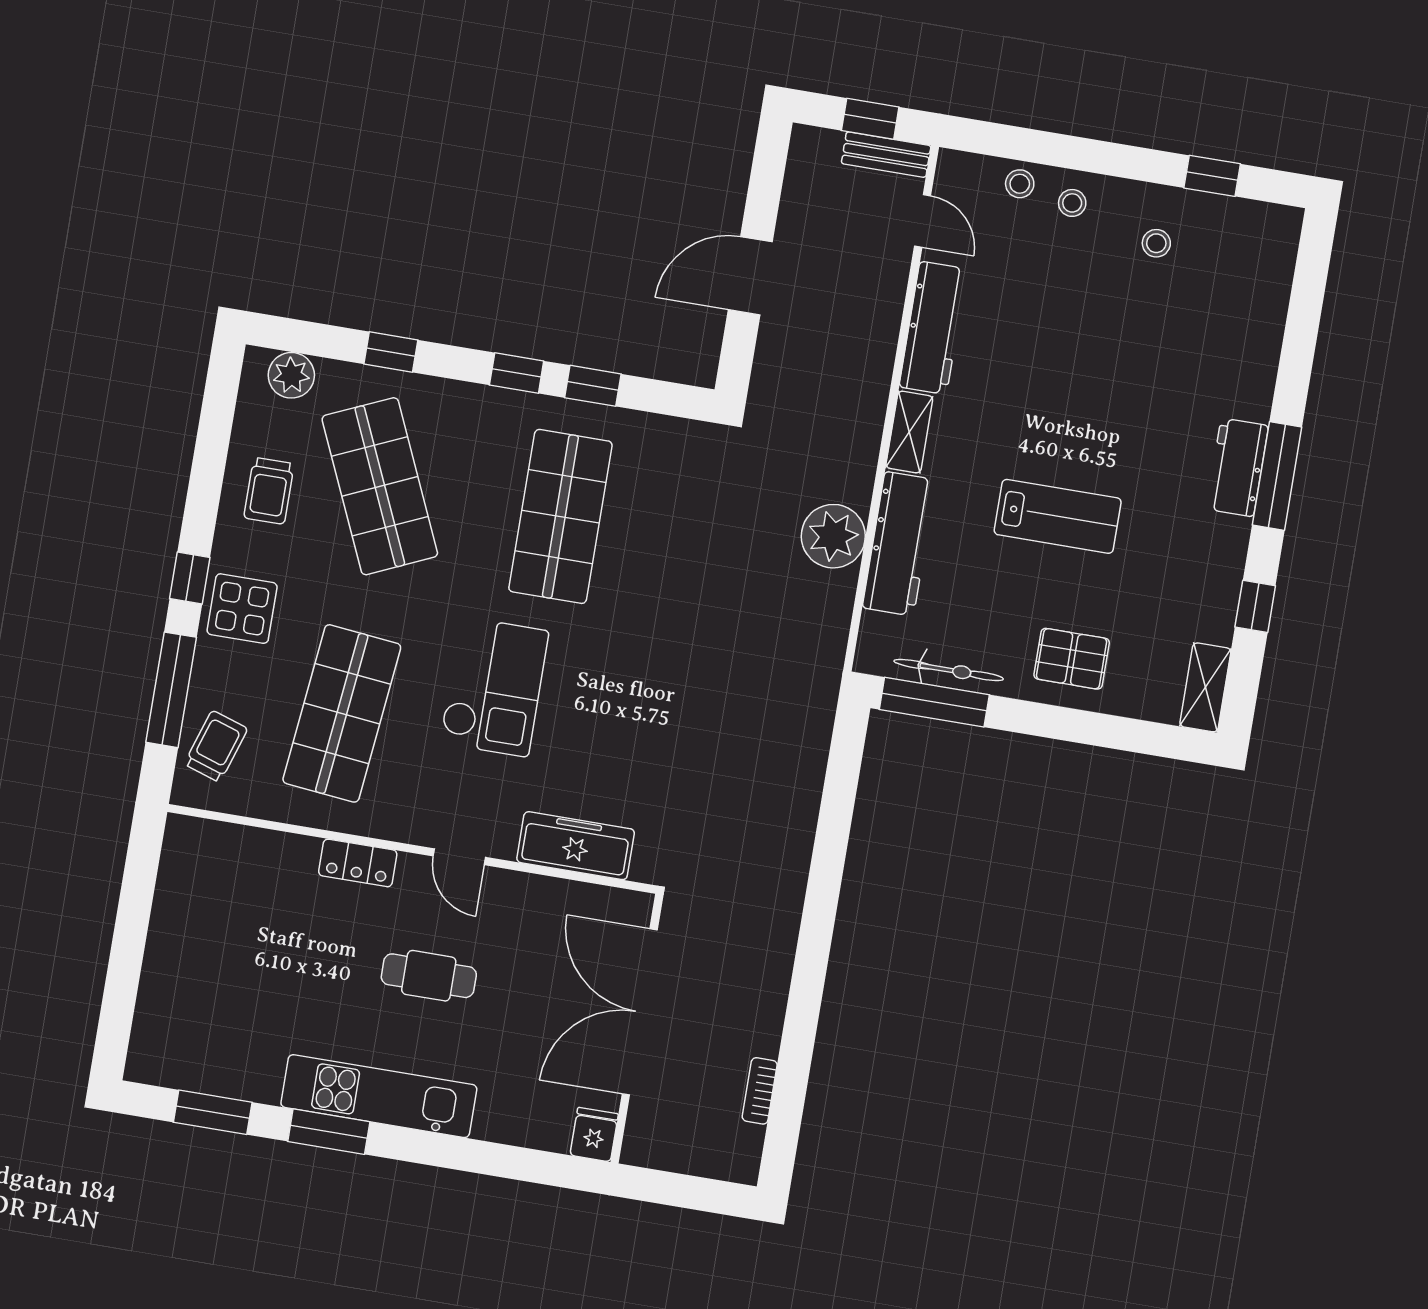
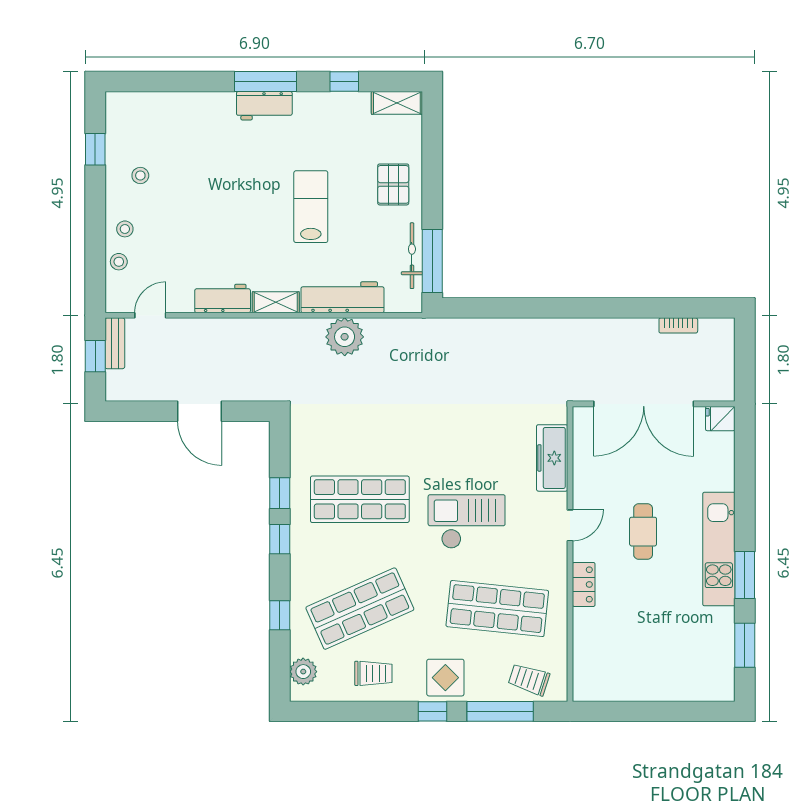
workbench: (933, 328) -> (223, 298), width x0.73

